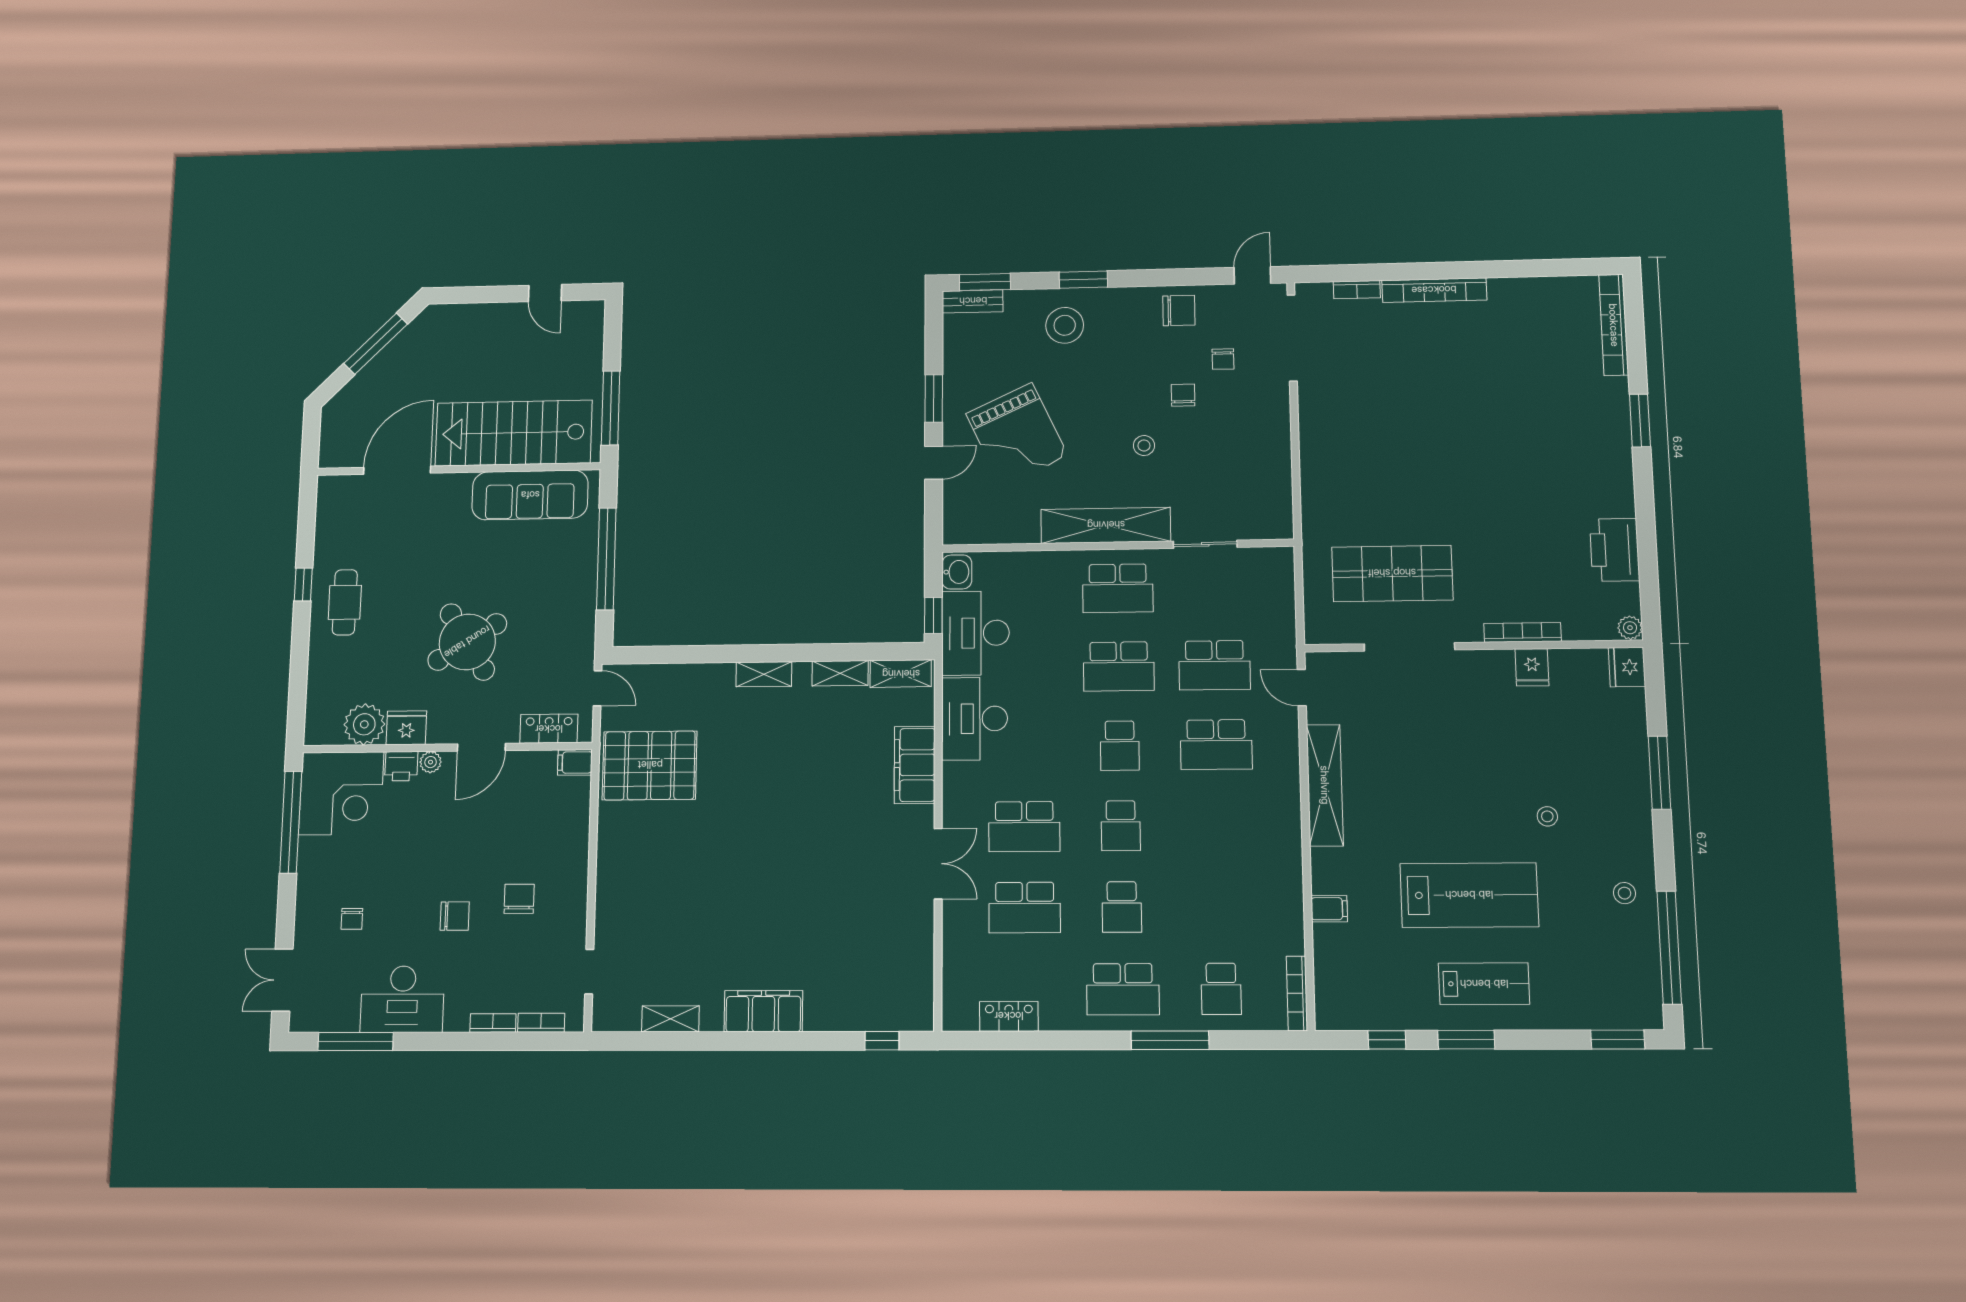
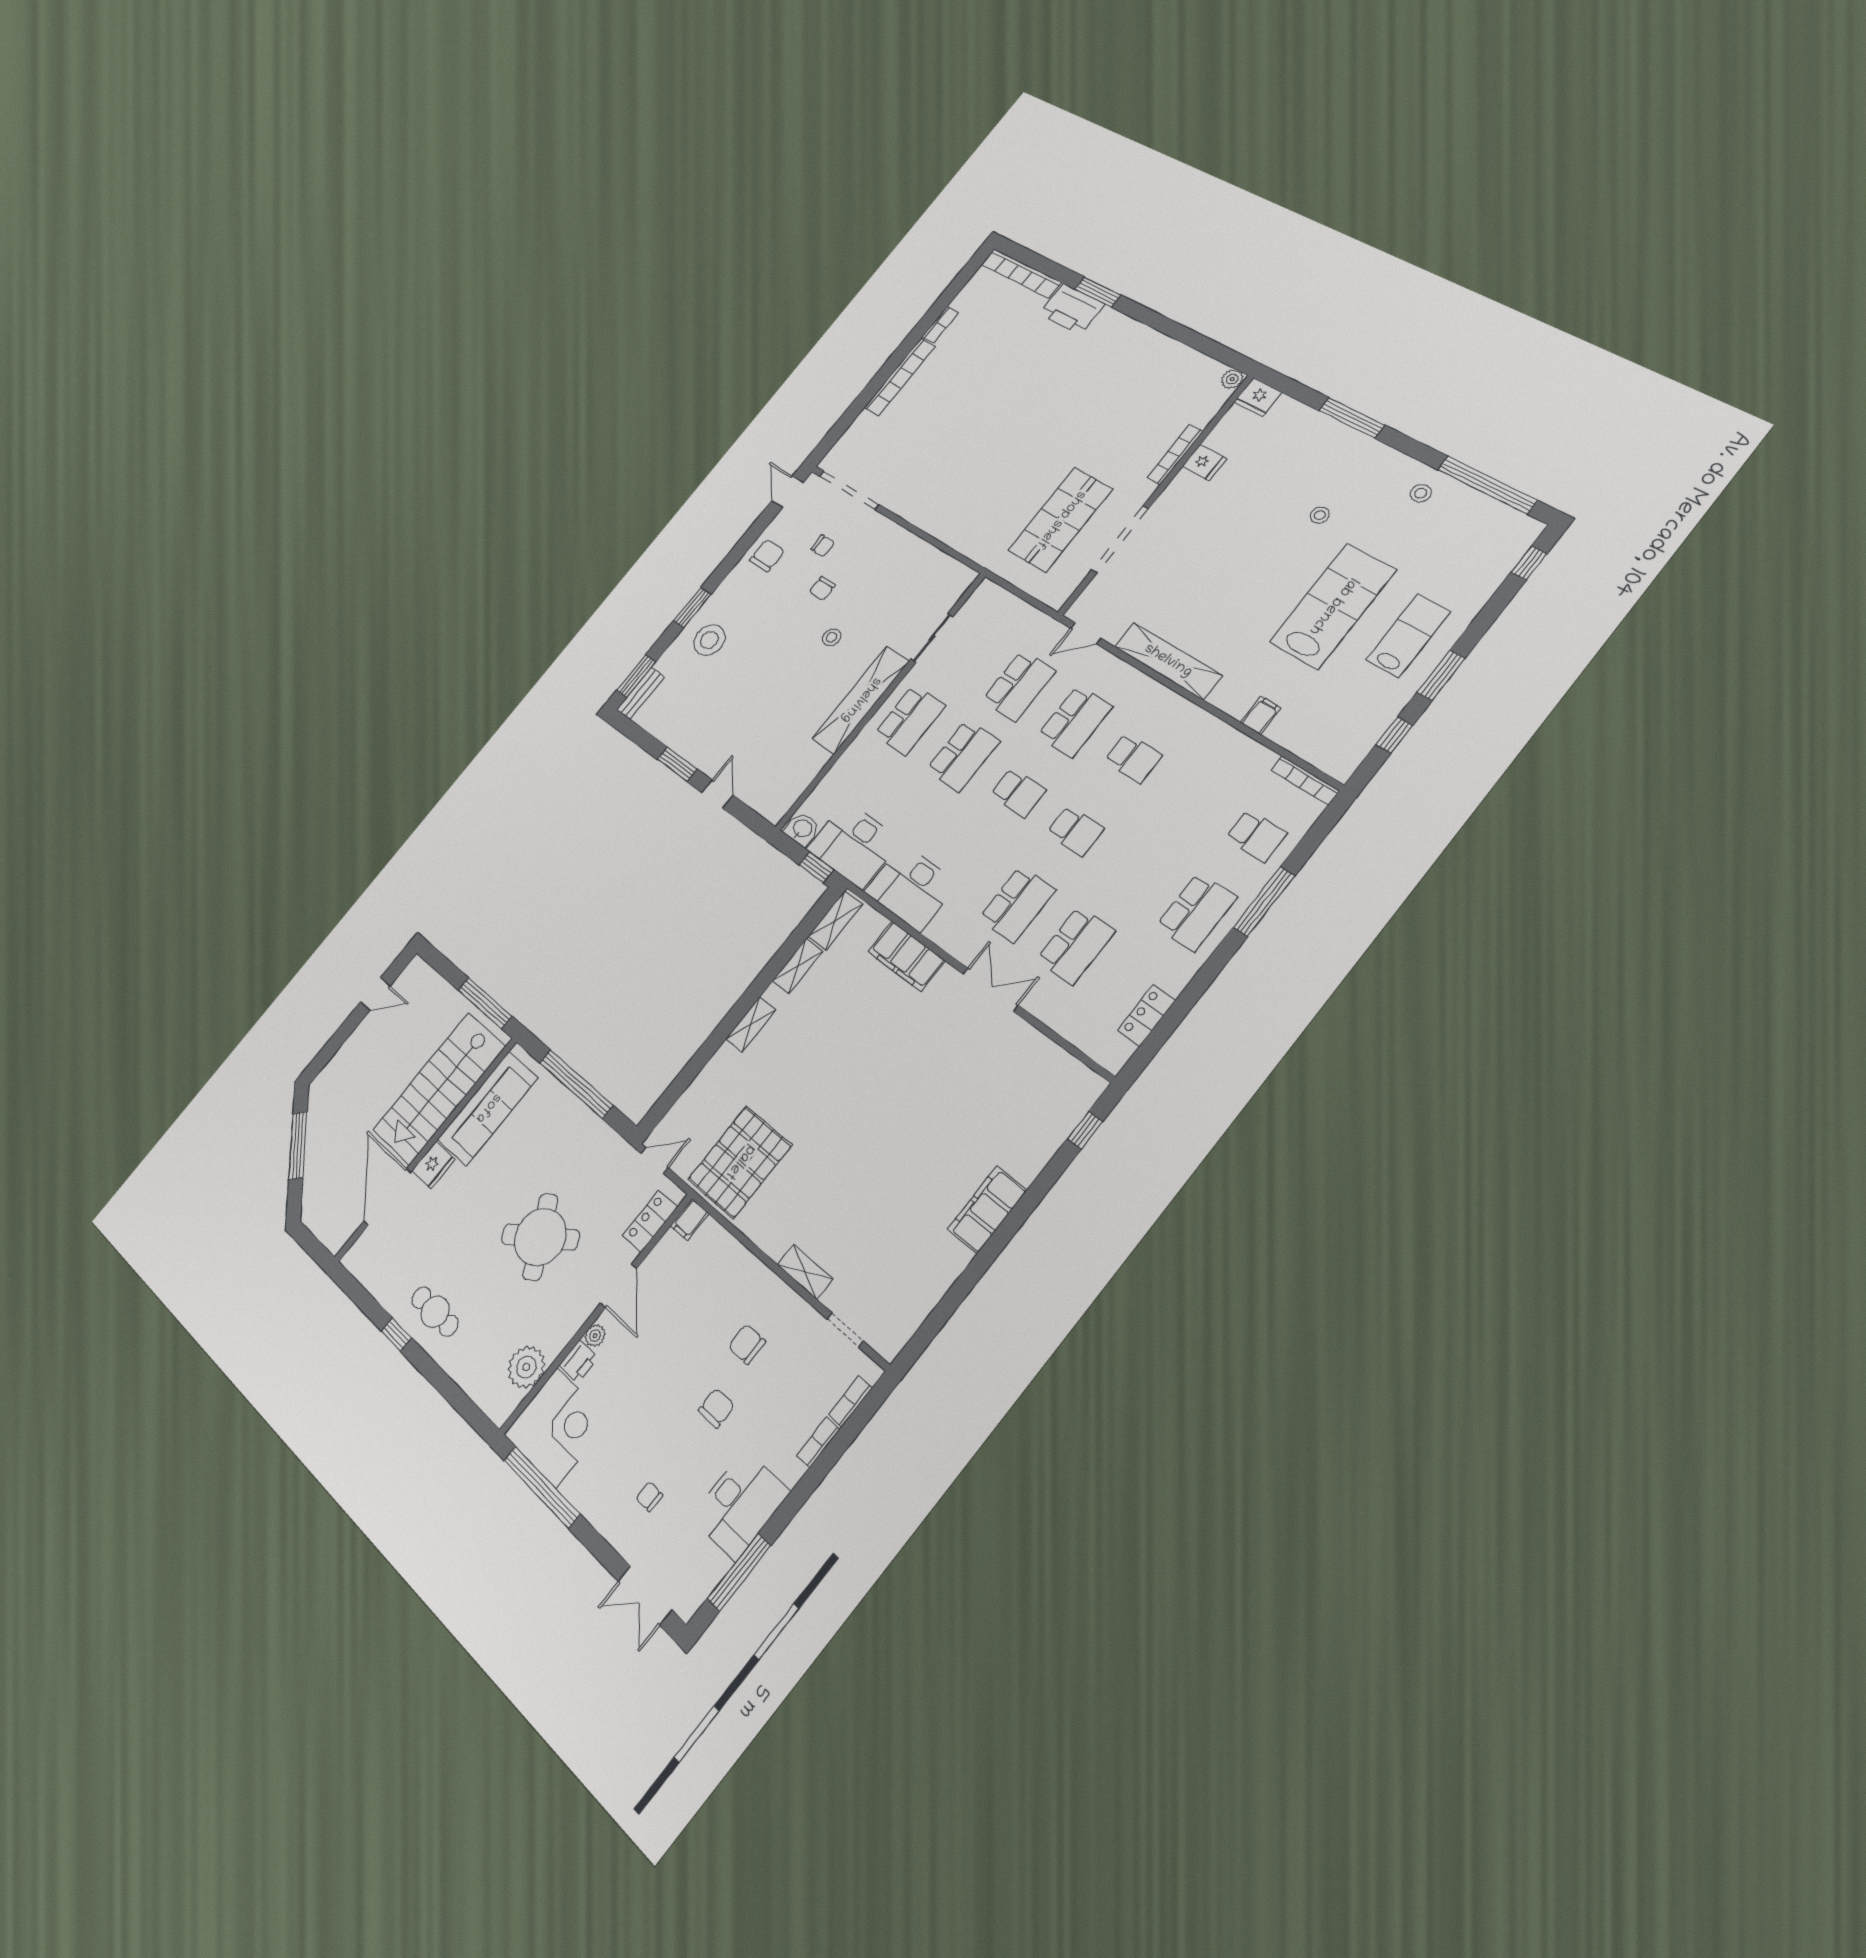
bookcase: (1357, 290) -> (940, 325), moved
chair: (1183, 395) -> (822, 588), turned -90
grand piano: (1017, 435) -> (750, 722), removed
printer: (1615, 550) -> (1072, 309), moved
fridge: (406, 728) -> (434, 1165), moved, turned 180
school desk: (1122, 907) -> (1133, 758), moved
chair: (352, 919) -> (649, 1497), turned 180
shelving: (670, 1019) -> (805, 1272), moved, turned 90
window: (1618, 1040) -> (1529, 563), width x0.67

